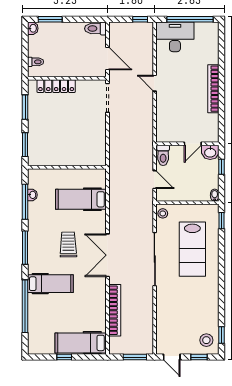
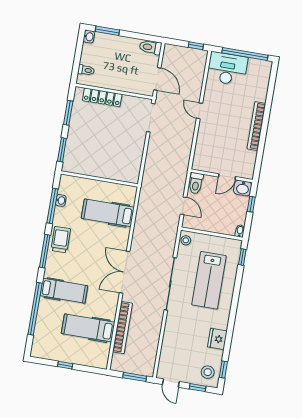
trolley: (68, 245) -> (61, 240), moved
fridge: (210, 306) -> (217, 339), added
hospital bed: (81, 343) -> (88, 328), moved

